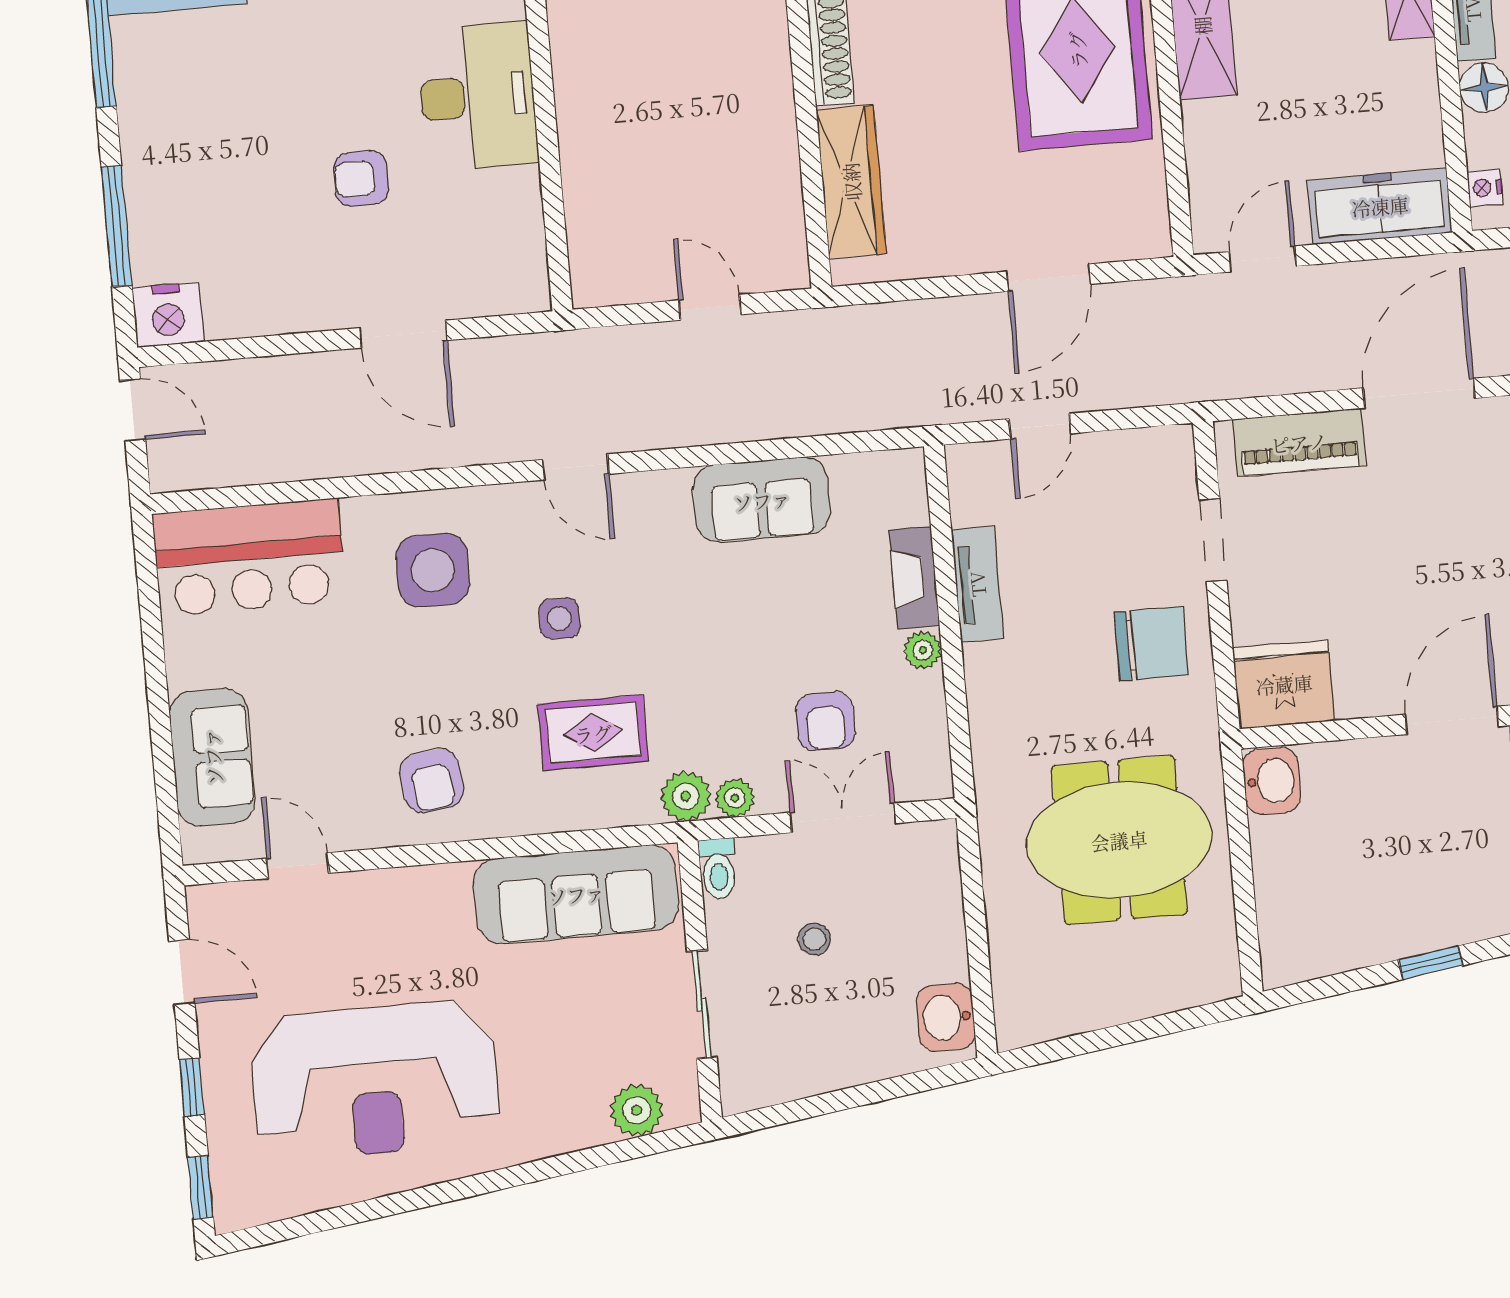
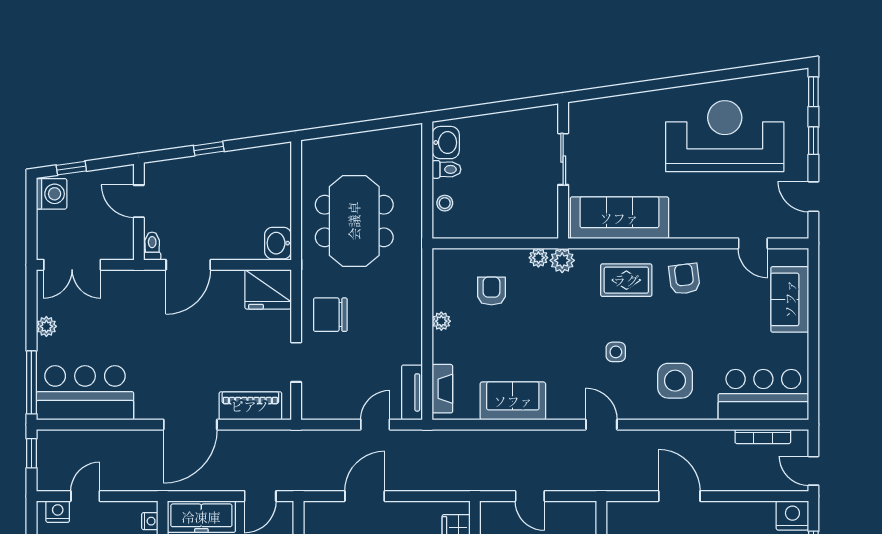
bookcase: (243, 471) -> (763, 436), added
fireplace: (914, 578) -> (442, 389), moved
tv unit: (977, 584) -> (412, 392), moved
rug: (593, 733) -> (626, 280), moved
double door: (843, 818) -> (487, 243), removed
meeting table: (1119, 840) -> (354, 221), turned 90
toilet: (718, 869) -> (446, 169), moved, turned 90
stool: (814, 939) -> (445, 203), moved
plant: (637, 1110) -> (599, 111), removed

